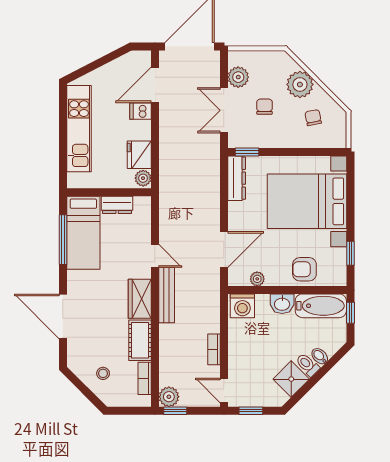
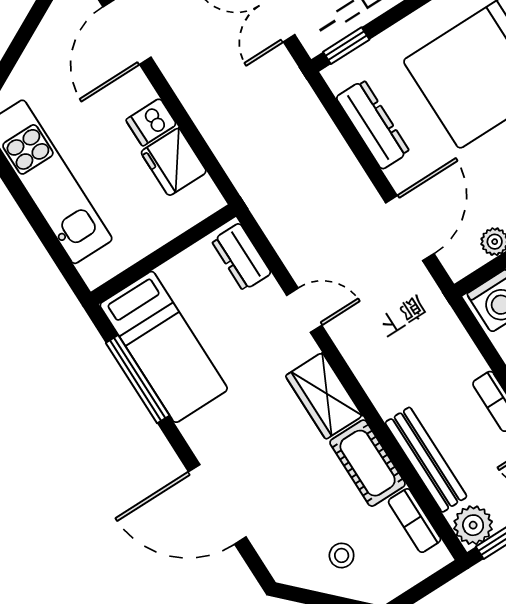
dishwasher: (140, 111) -> (151, 122), moved
plant: (143, 178) -> (204, 196), removed
dresser: (237, 178) -> (373, 125), moved
dresser: (117, 205) -> (241, 257), moved, turned 90
bench: (167, 295) -> (426, 460), moved

